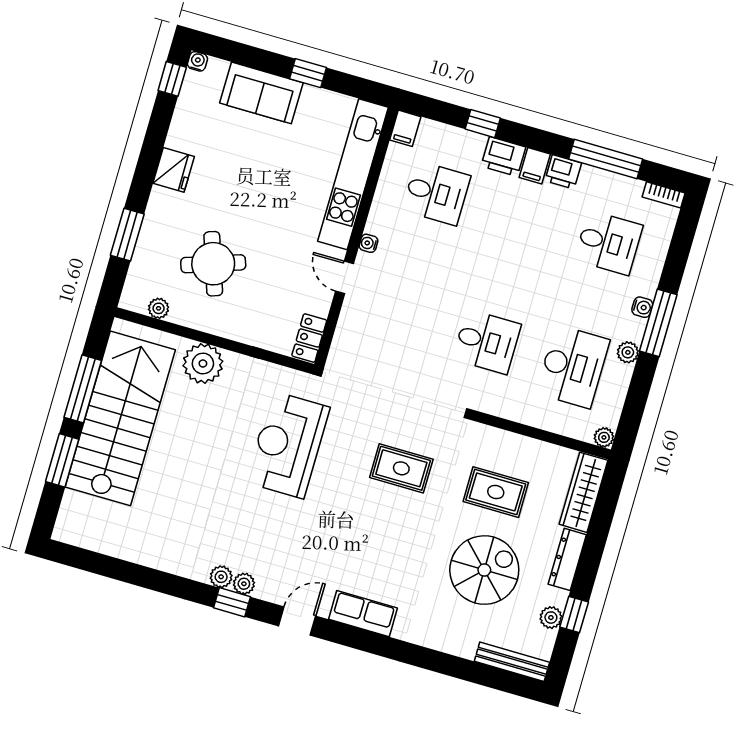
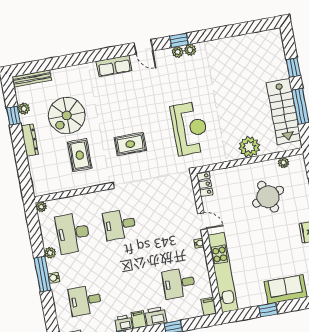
stairs: (120, 418) -> (284, 111), width x0.73, depth x0.66
window: (62, 460) -> (293, 67), width x0.67
rug: (496, 492) -> (80, 155), turned 90
wardrobe: (583, 492) -> (38, 176), removed
door: (297, 621) -> (144, 47), hinge flipped

